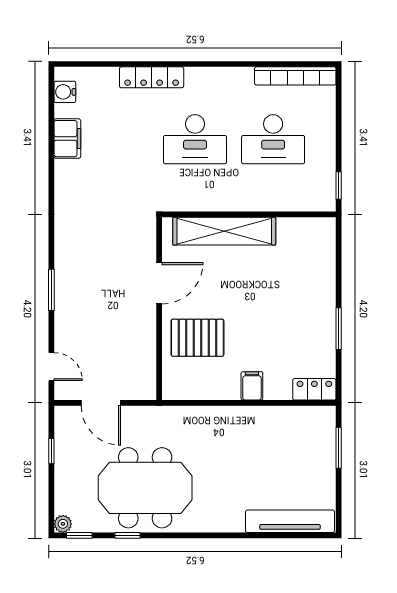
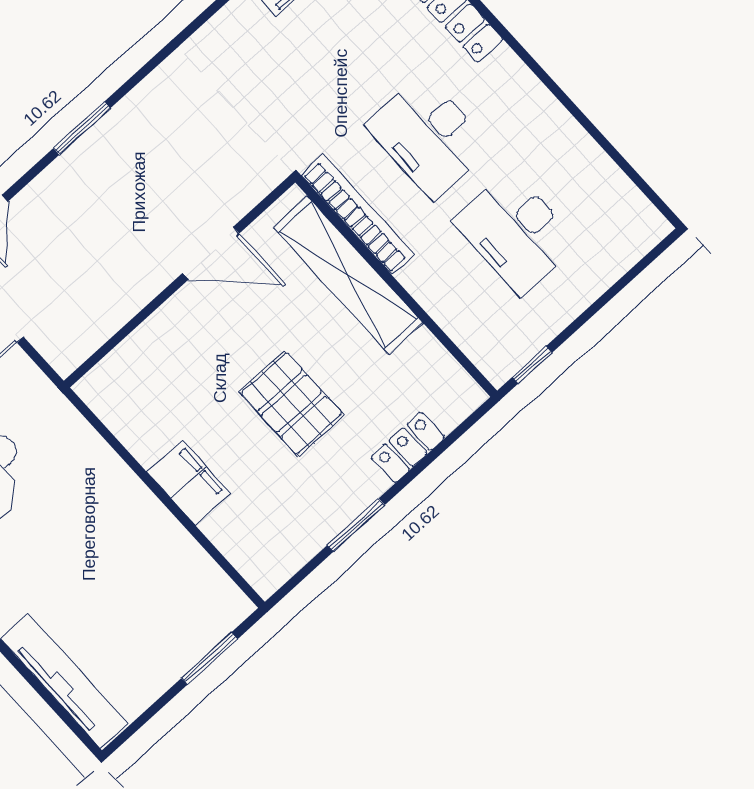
bookcase: (295, 76) -> (358, 215), moved, turned 180
pallet: (197, 338) -> (292, 404), moved
filing cabinet: (252, 386) -> (189, 482), width x2.00
locker: (314, 389) -> (408, 447), moved, turned -90

